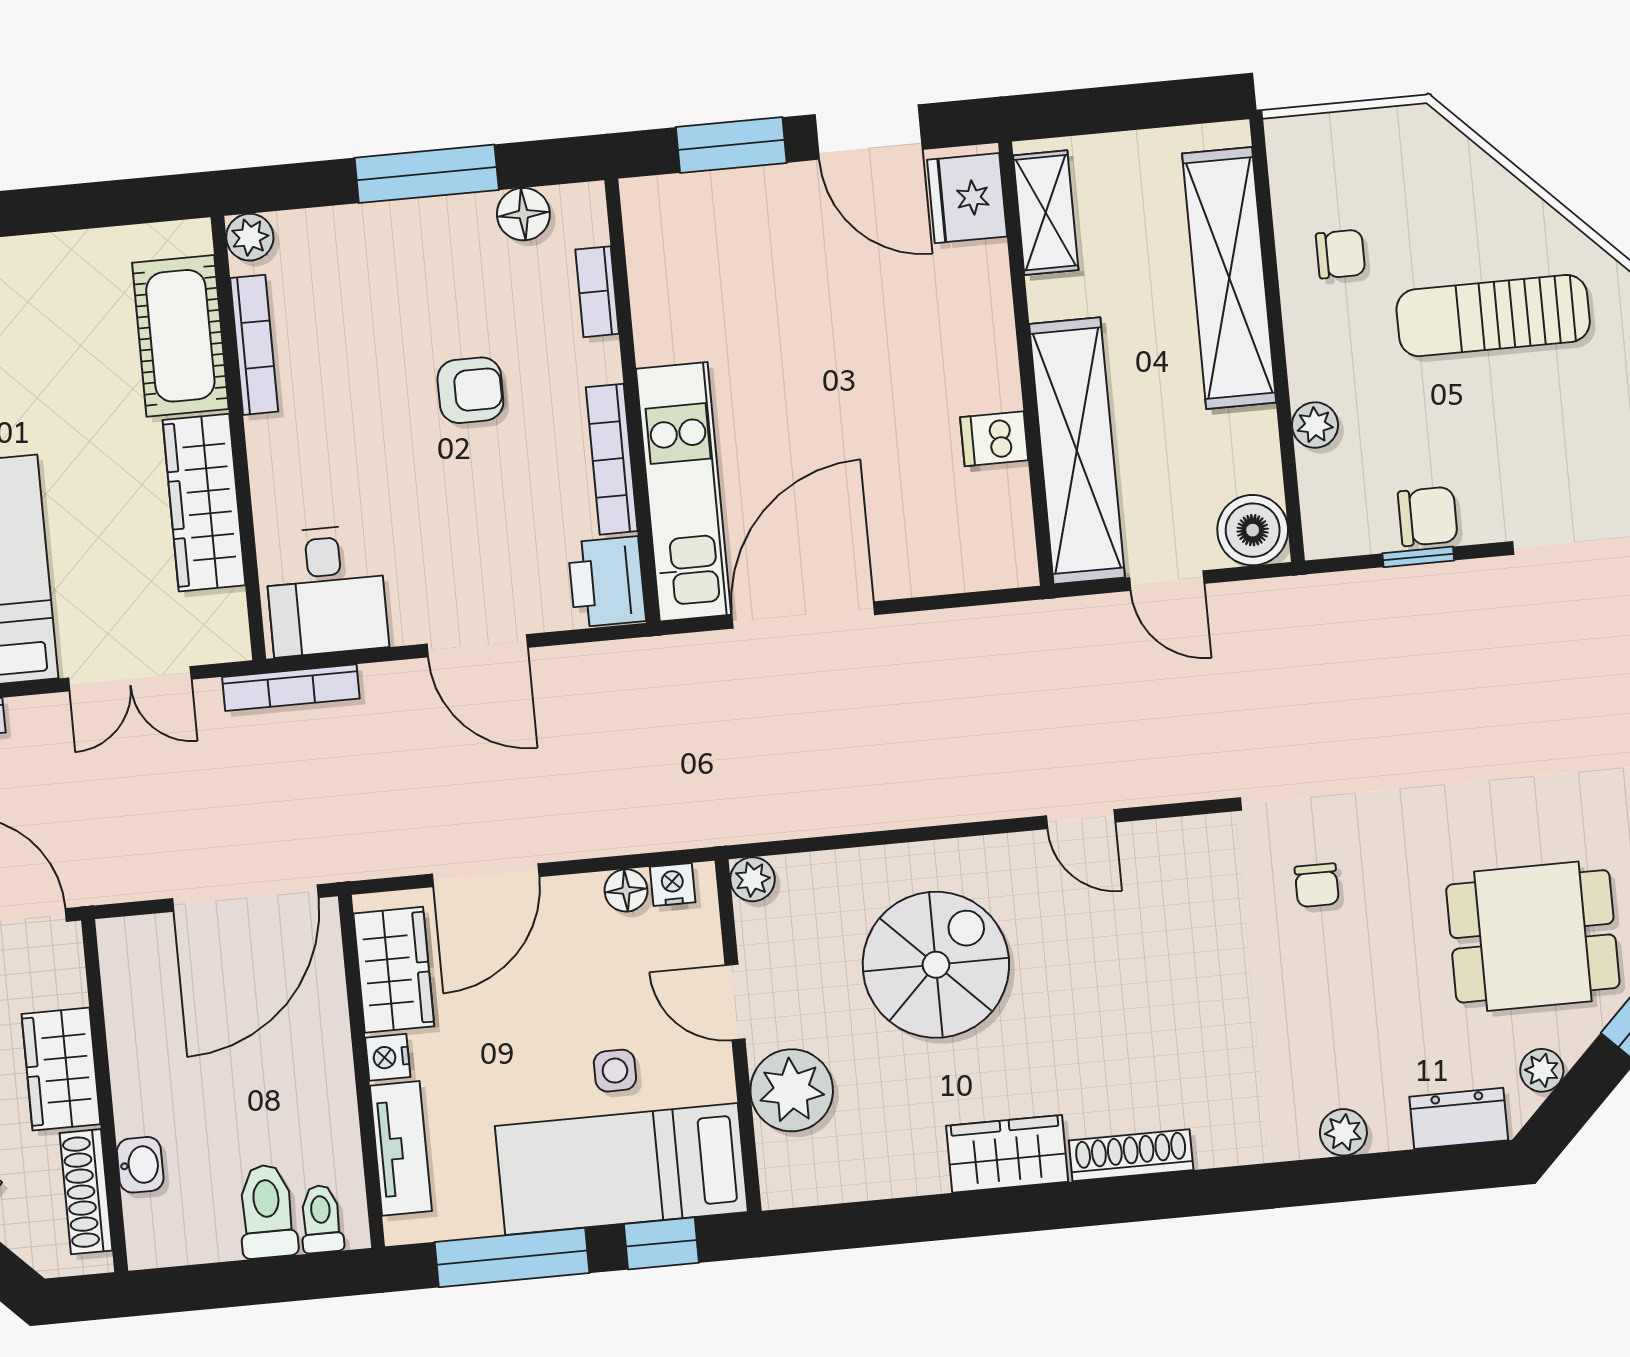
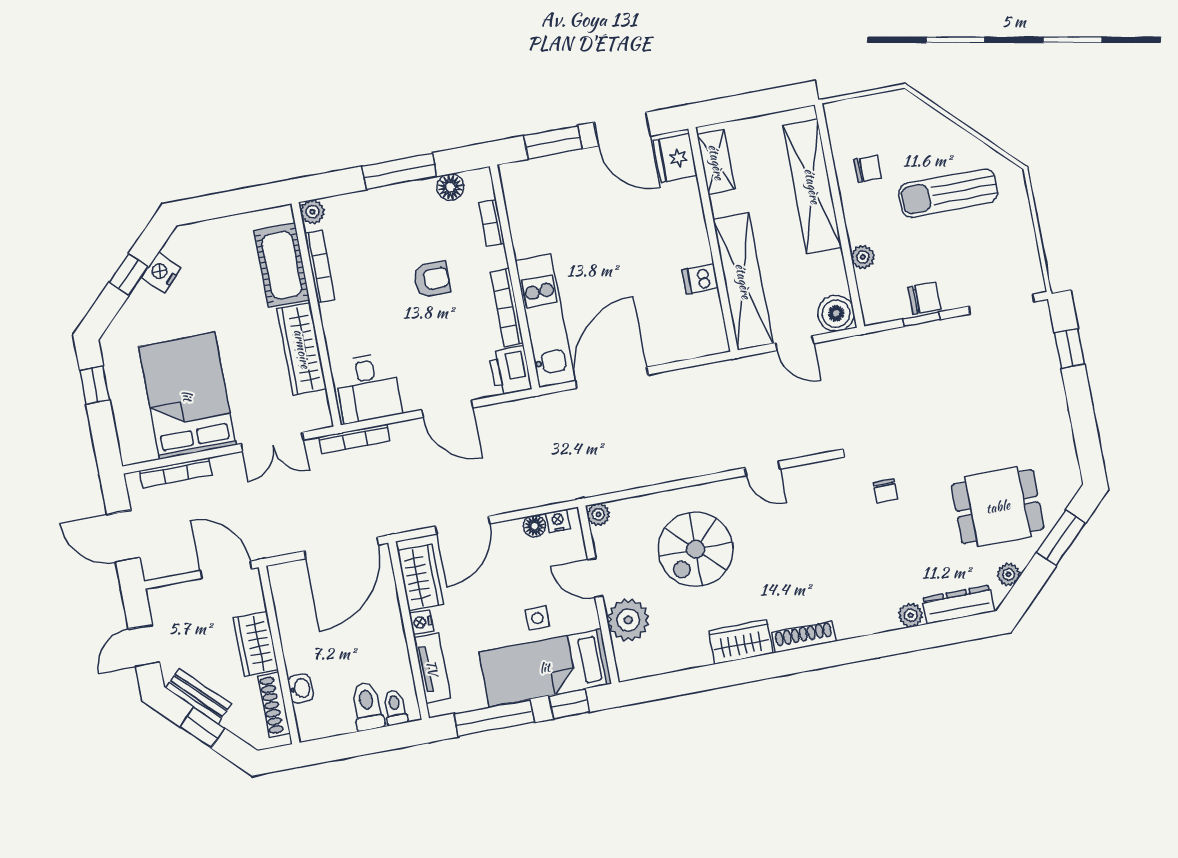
spiral stairs: (936, 965) -> (696, 549), turned 180
dresser: (1459, 1118) -> (958, 605), width x1.44

